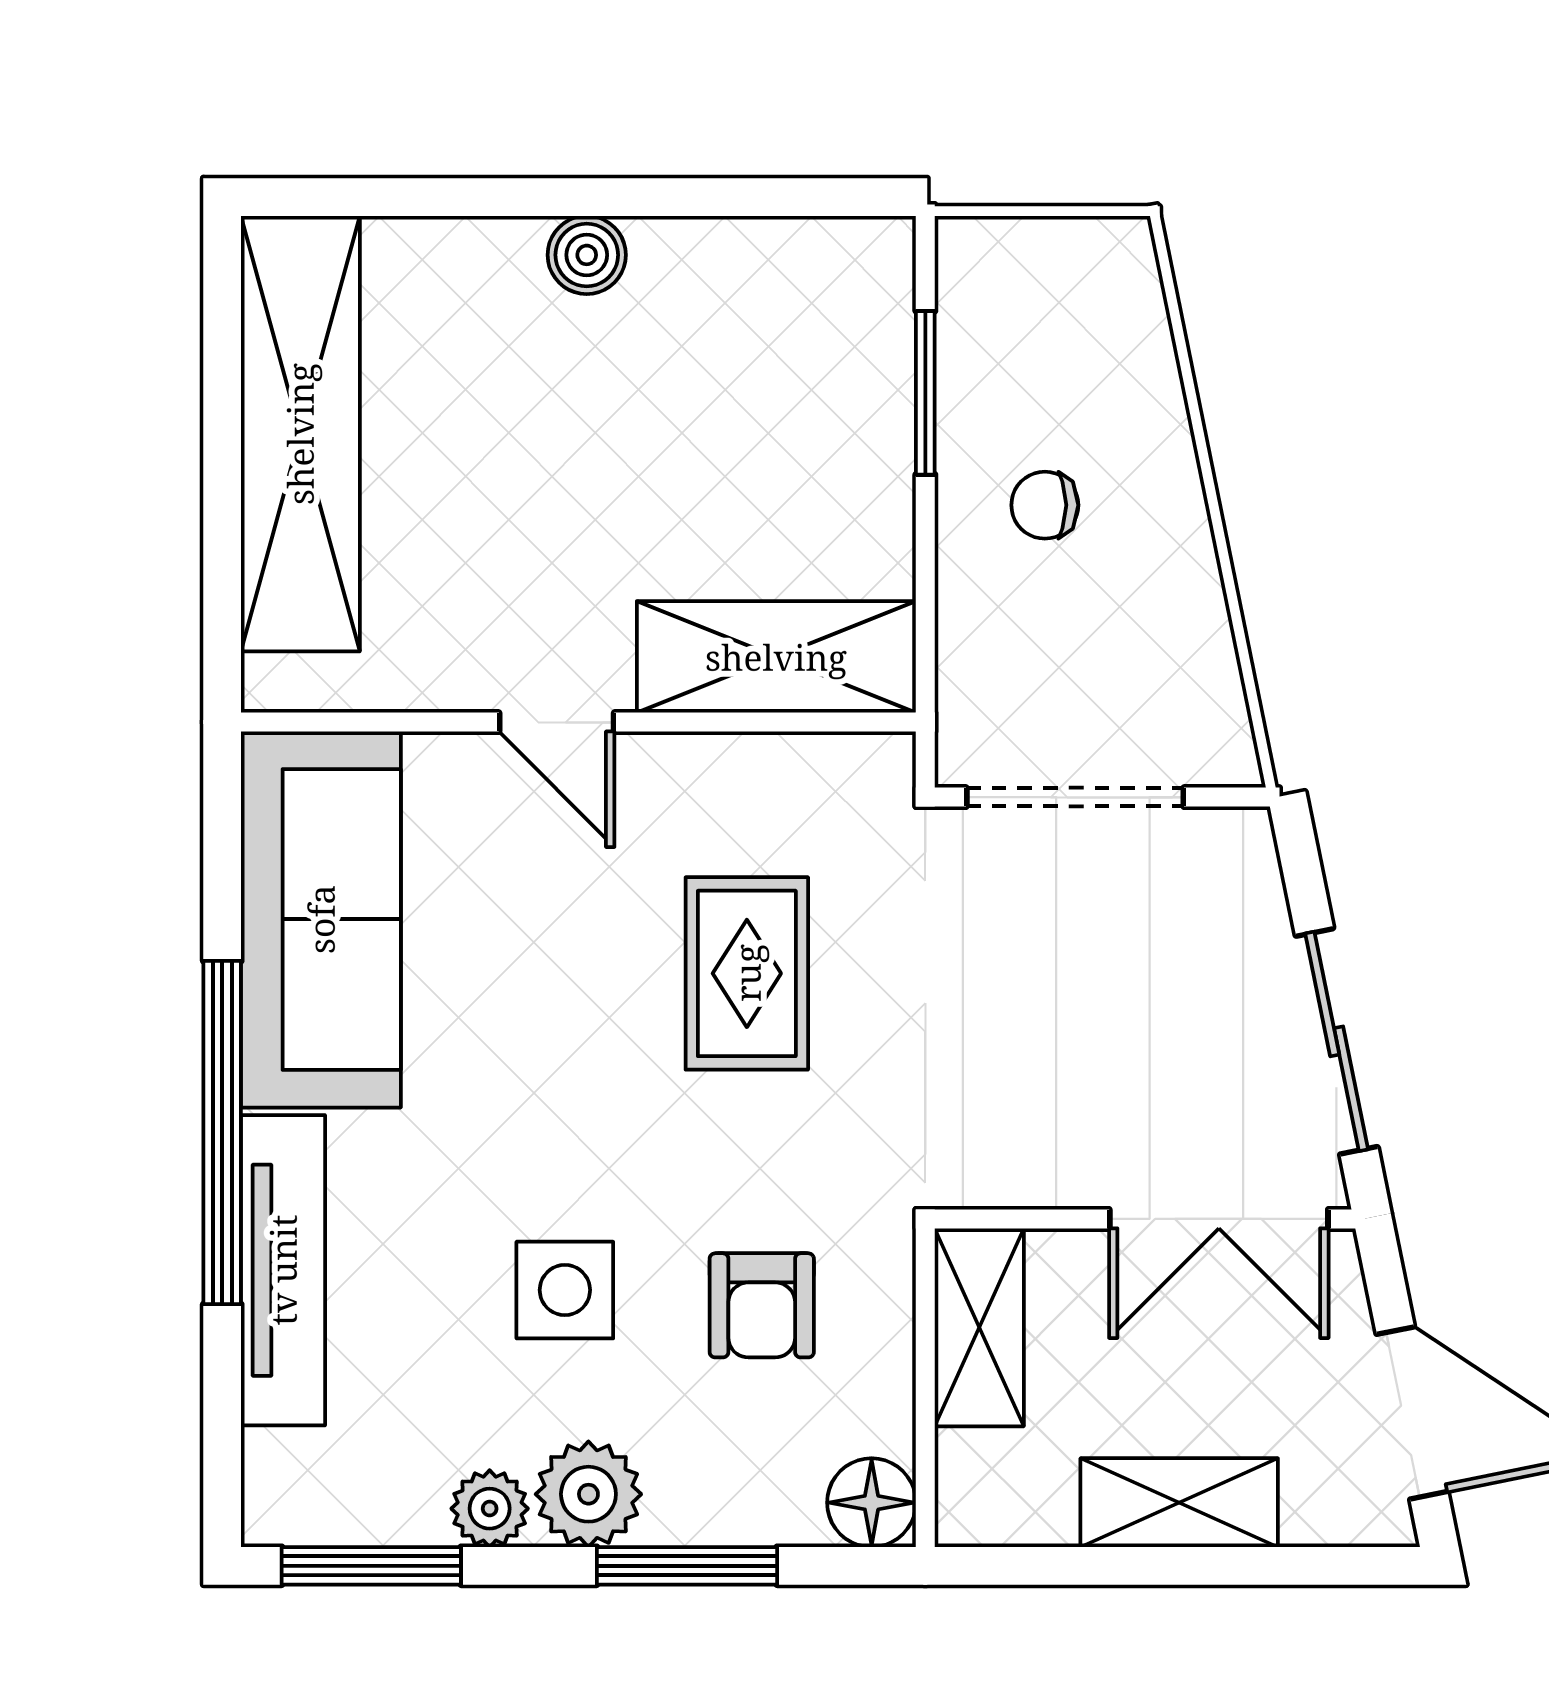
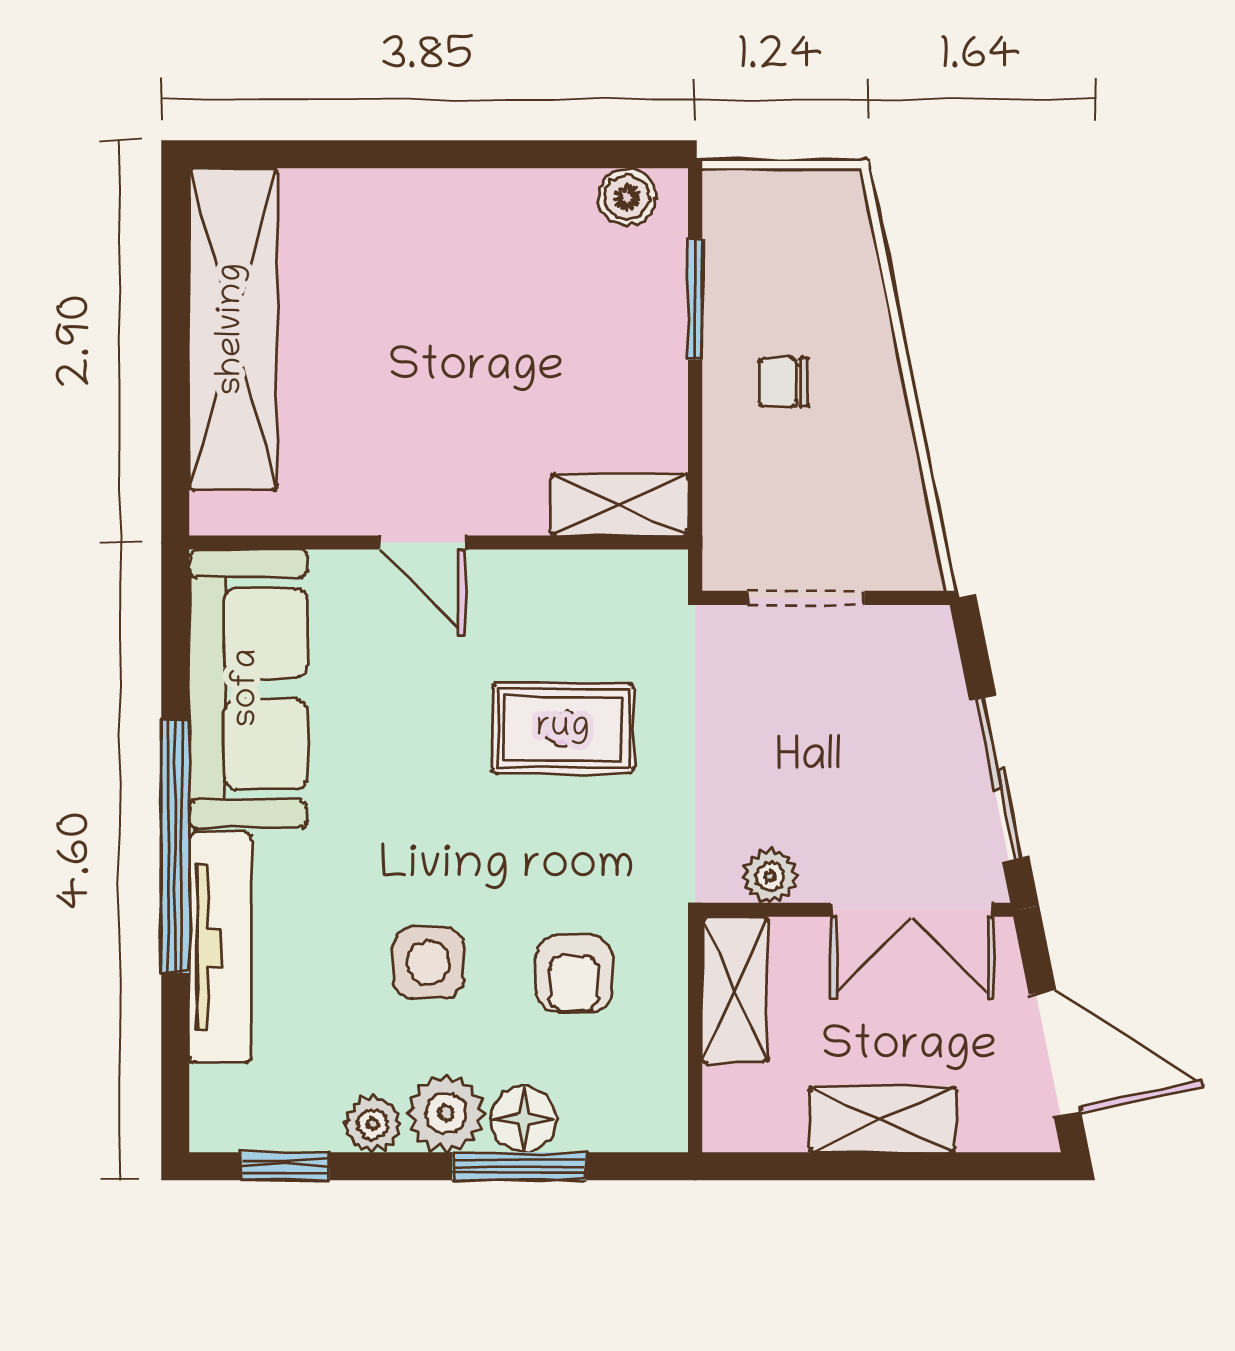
boiler: (587, 255) -> (627, 197), moved
shelving: (776, 657) -> (619, 505), width x0.67, depth x0.75
doorway: (1075, 797) -> (806, 598), width x0.73
rug: (747, 973) -> (563, 728), turned 90
plant: (1027, 1173) -> (770, 876), added
floor lamp: (872, 1503) -> (523, 1120), moved
window: (371, 1566) -> (285, 1166), width x0.67

